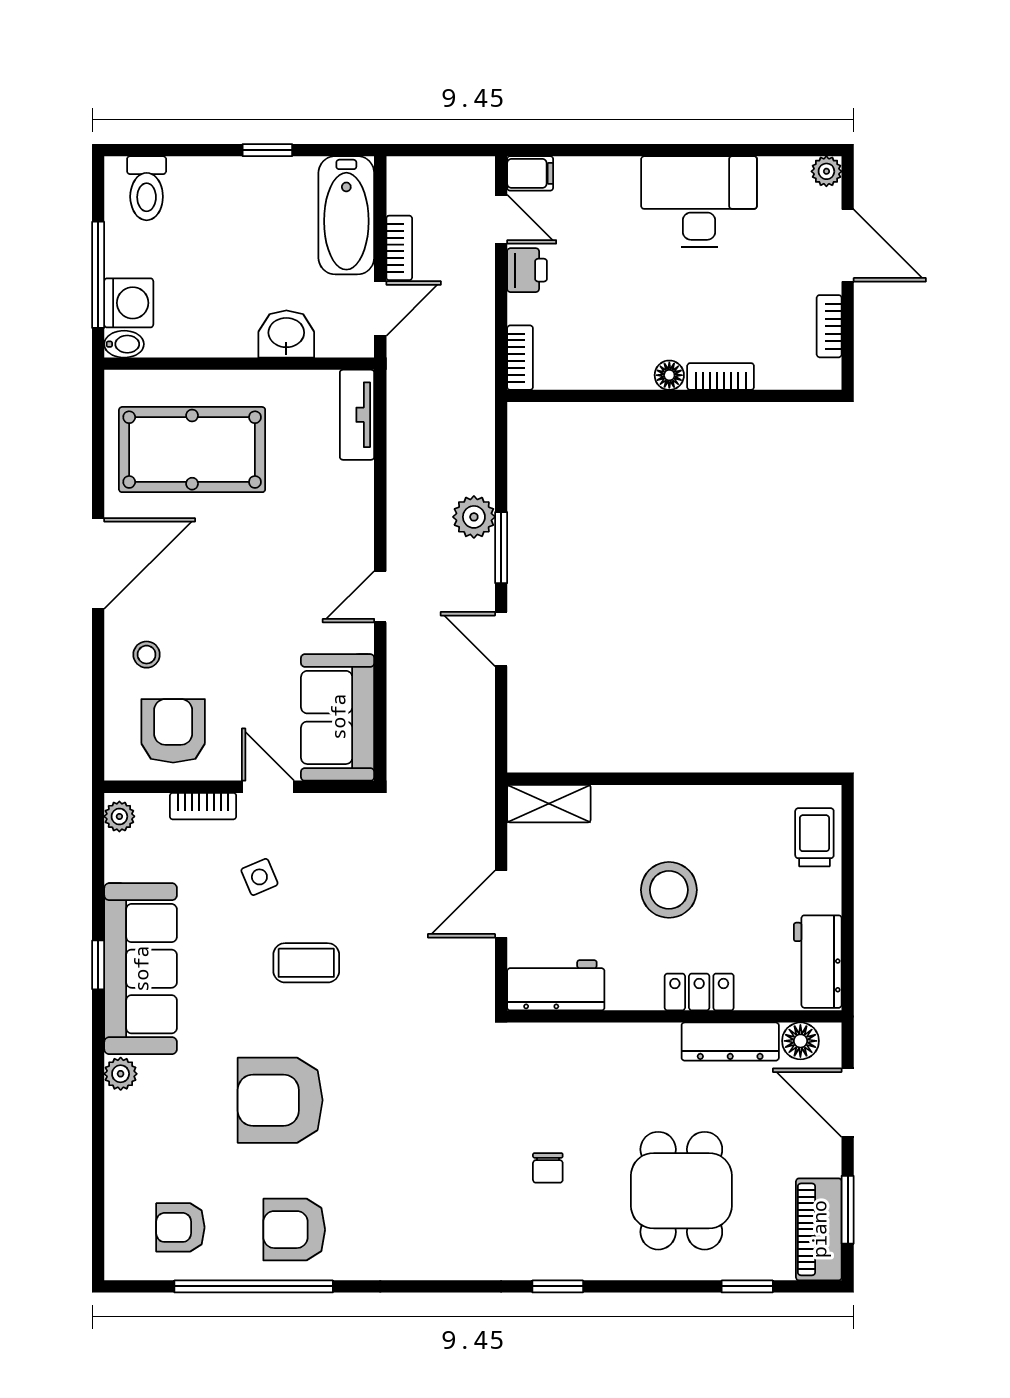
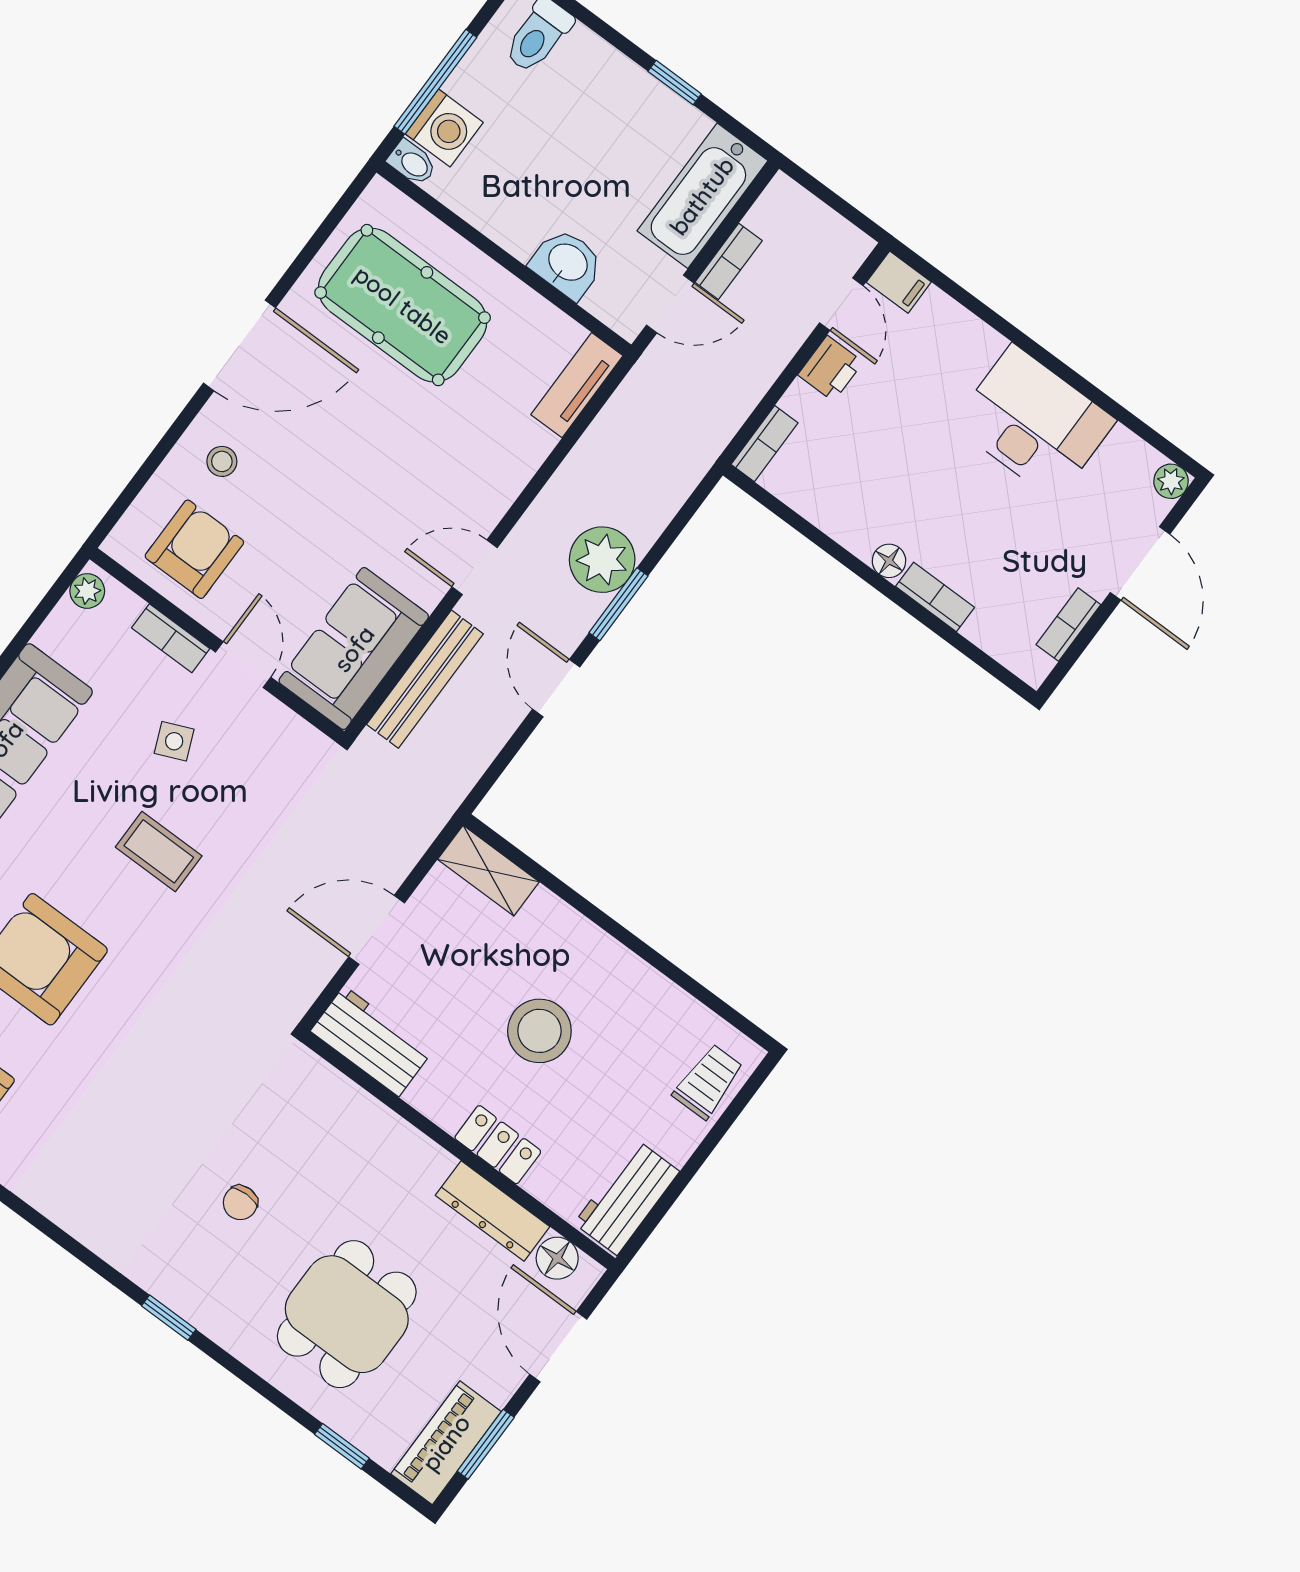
plant: (474, 517) -> (602, 560), width x1.36, depth x1.36
bench: (404, 702) -> (425, 679), added

